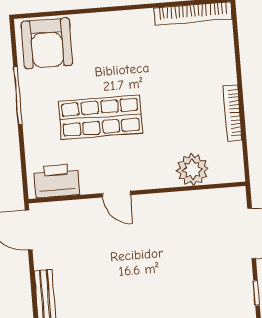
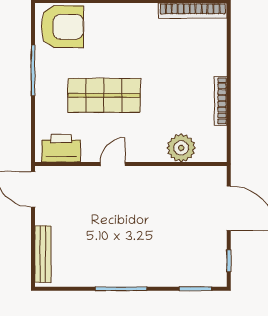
armchair: (47, 43) -> (62, 27), turned -90
door: (116, 194) -> (113, 164), swing flipped

